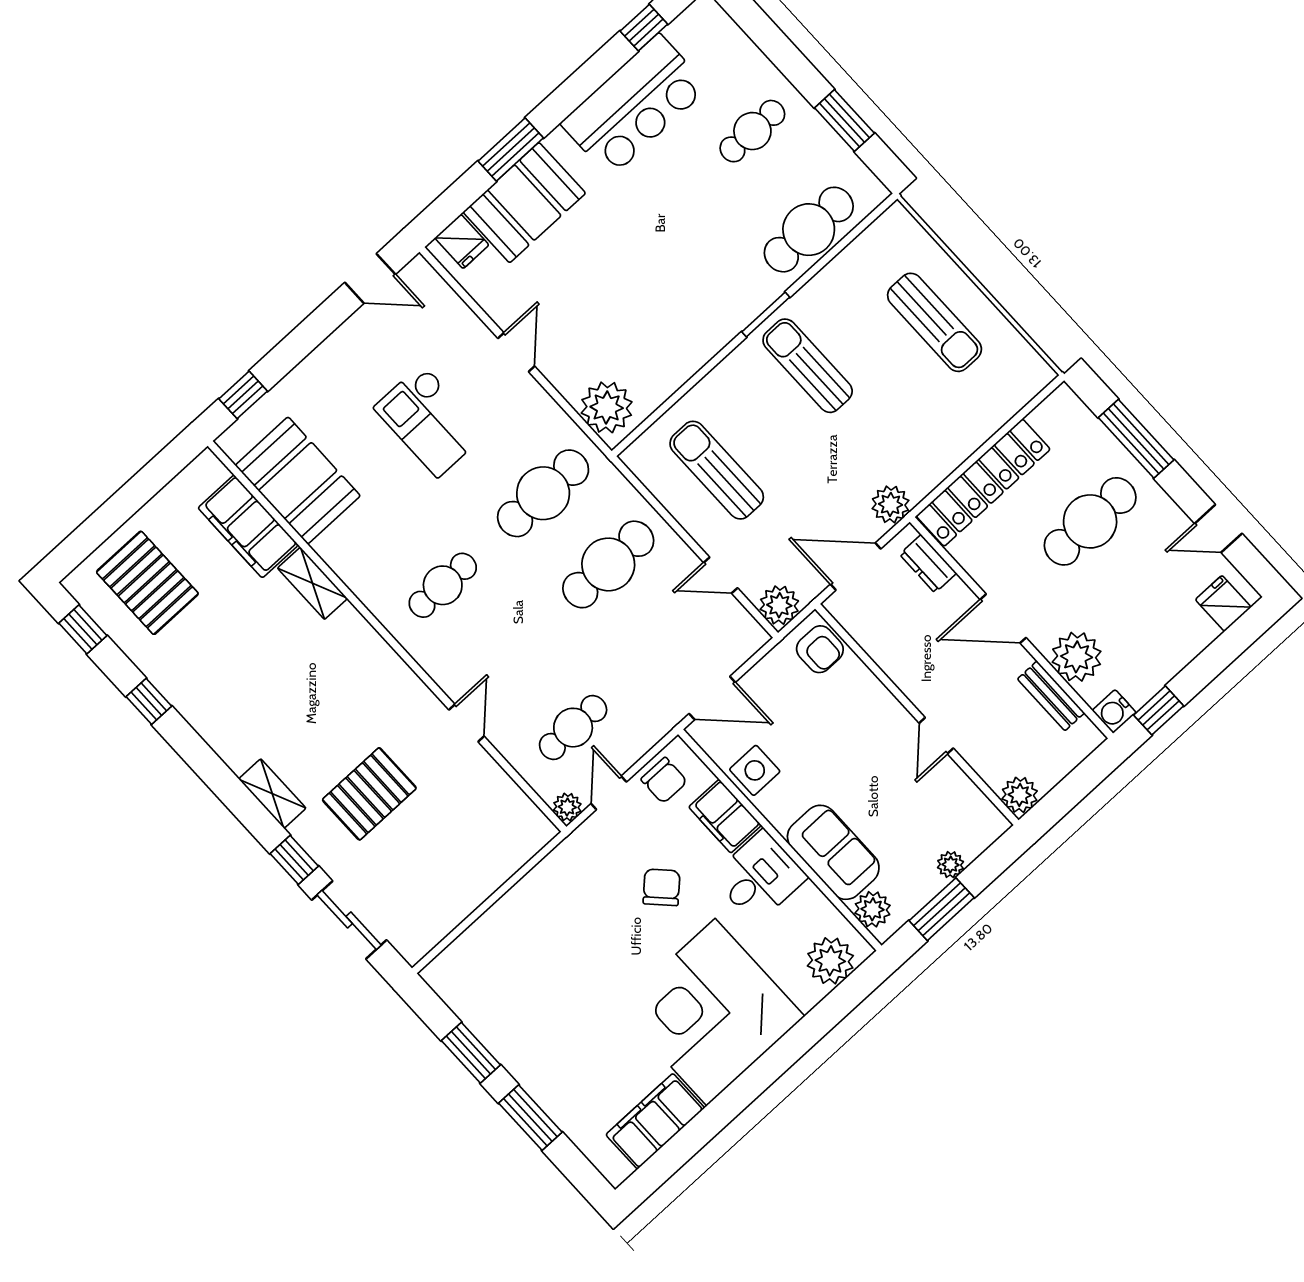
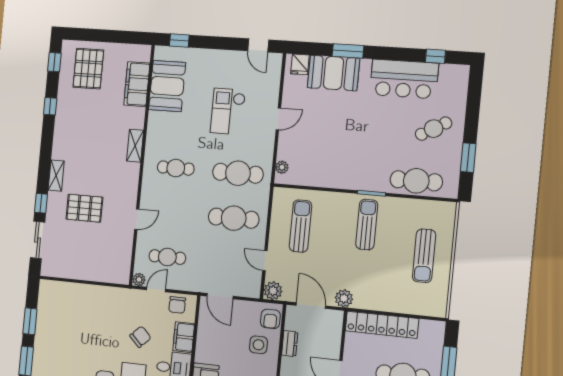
cafe table: (752, 131) -> (434, 129), turned -30
plant: (607, 407) -> (282, 167), width x0.53, depth x0.53
dresser: (928, 564) -> (290, 344), moved, turned 180
shelving: (313, 583) -> (135, 146), moved
side table: (755, 770) -> (258, 345), moved

